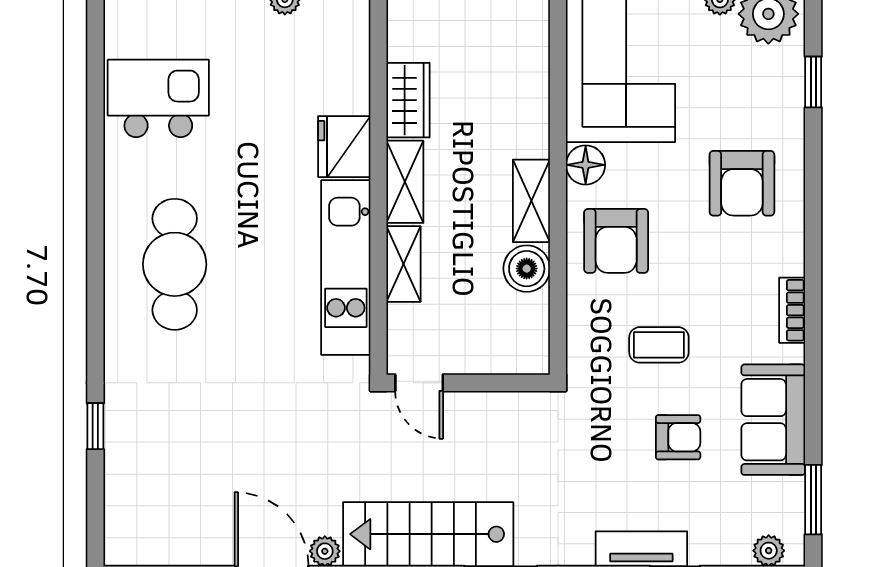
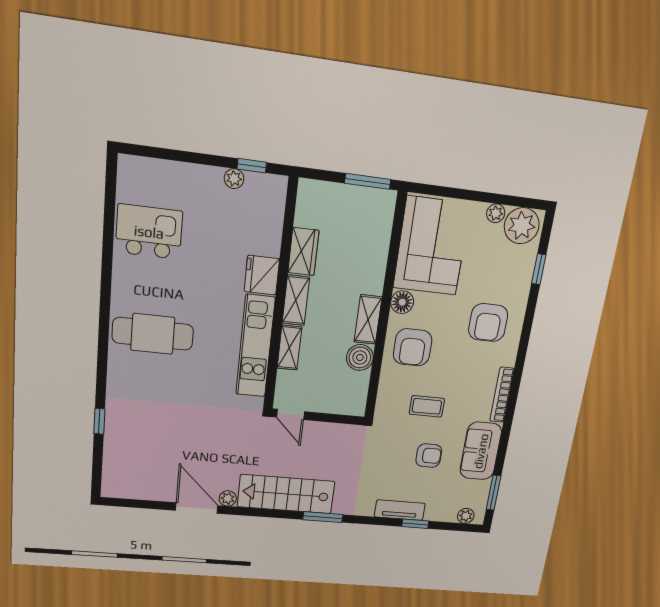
cafe table: (175, 264) -> (153, 334), turned 90
bookcase: (792, 310) -> (502, 395), width x1.56

